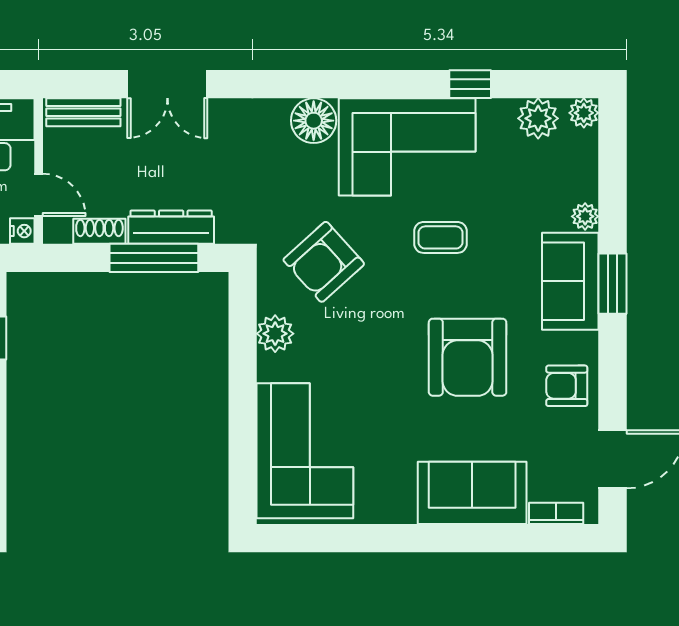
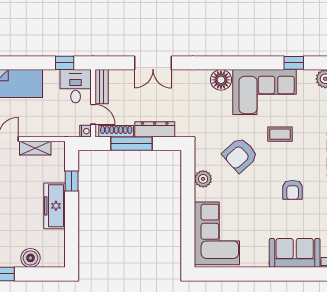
bench: (83, 112) -> (102, 87), moved, turned 90
shoe rack: (99, 231) -> (116, 131), width x1.43
window: (154, 258) -> (131, 144), moved
armchair: (324, 262) -> (240, 155), moved
armchair: (468, 357) -> (293, 190), width x0.53, depth x0.53

